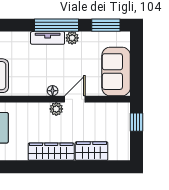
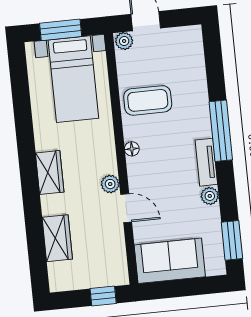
window: (57, 25) -> (221, 131), moved
floor lamp: (53, 91) -> (132, 149), moved
wardrobe: (51, 152) -> (50, 172), width x0.67

